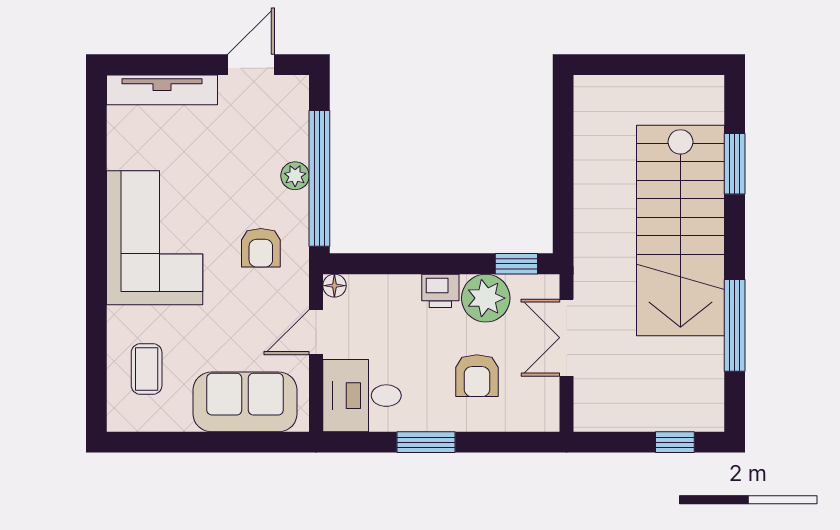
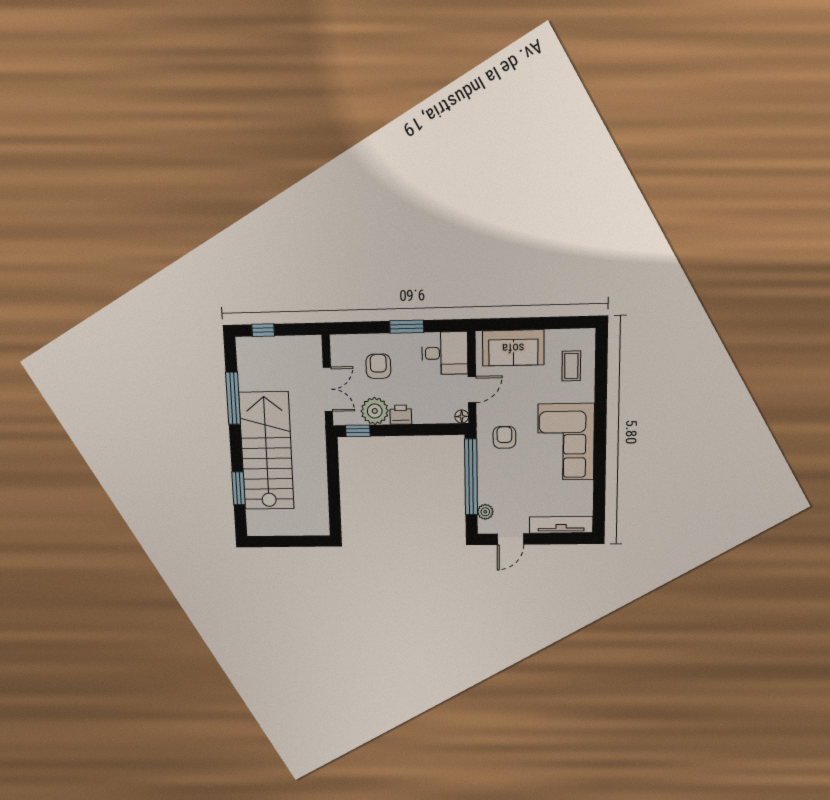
plant: (295, 176) -> (485, 512), moved

